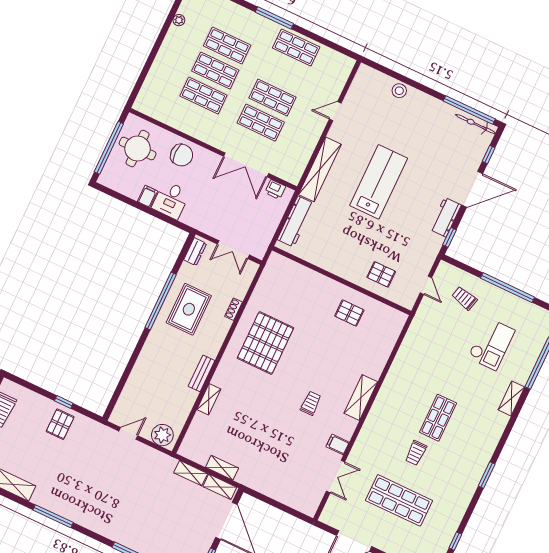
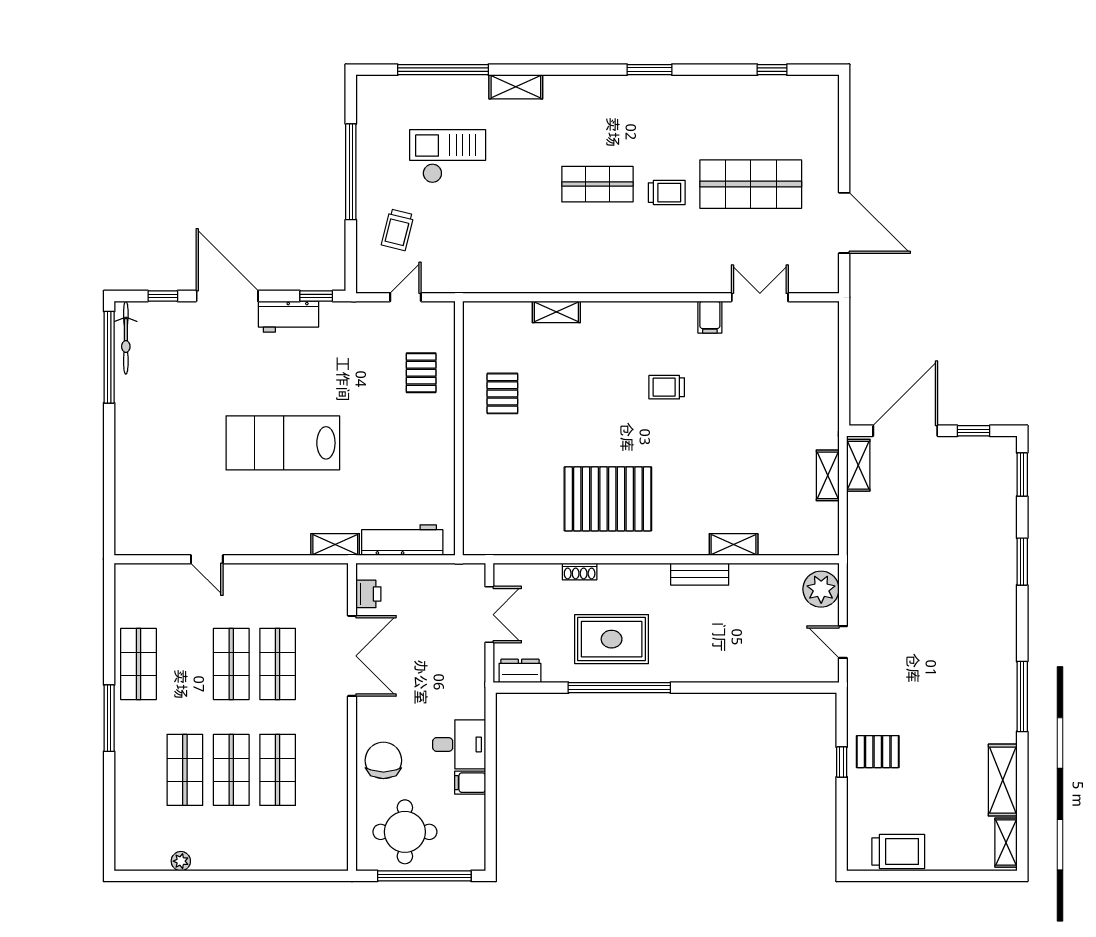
stool: (399, 91) -> (130, 477), removed
shelving: (320, 169) -> (335, 544), width x0.45, depth x0.75
shelving: (361, 398) -> (556, 312), moved, width x0.67, depth x0.75
shelving: (191, 473) -> (858, 519), removed
shop shelf: (399, 500) -> (751, 184), turned 90

